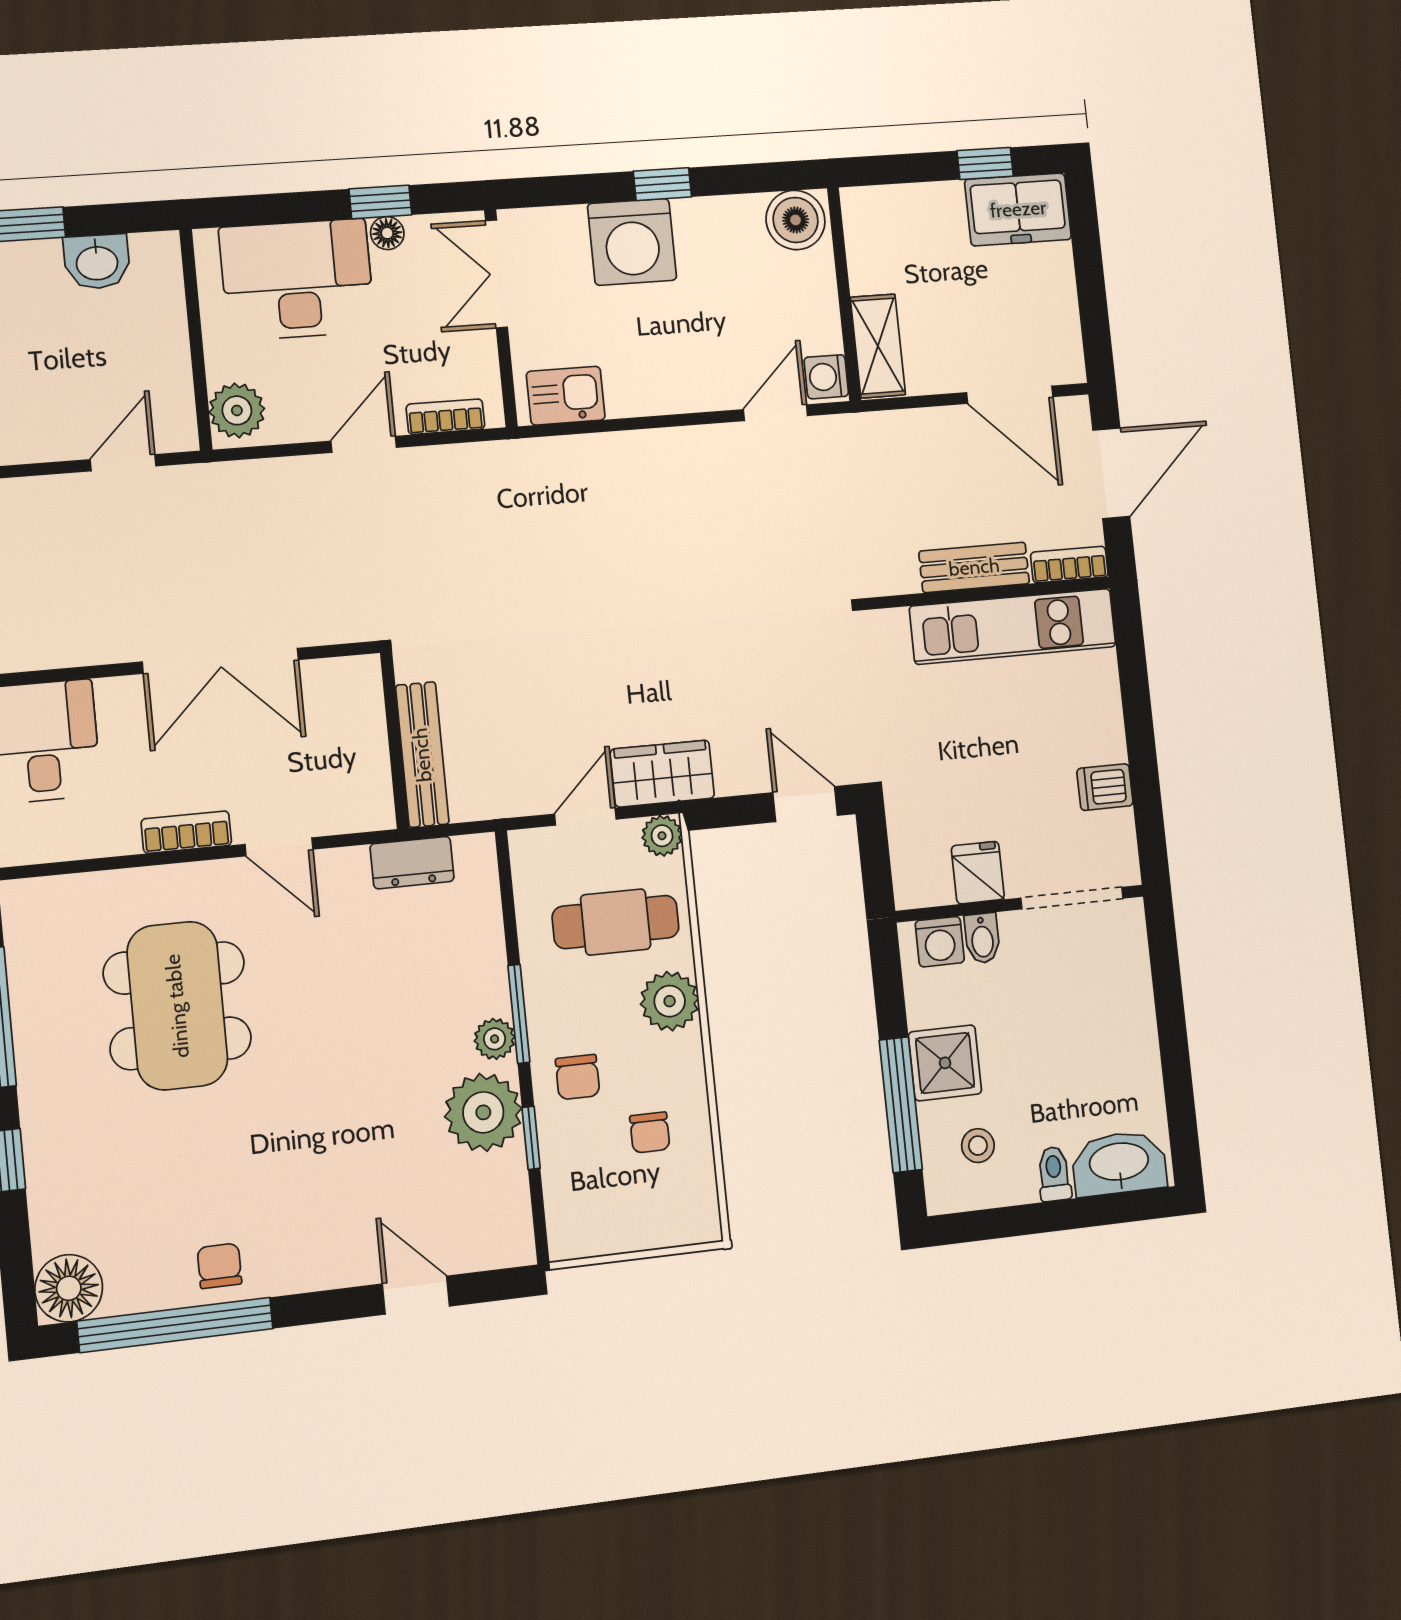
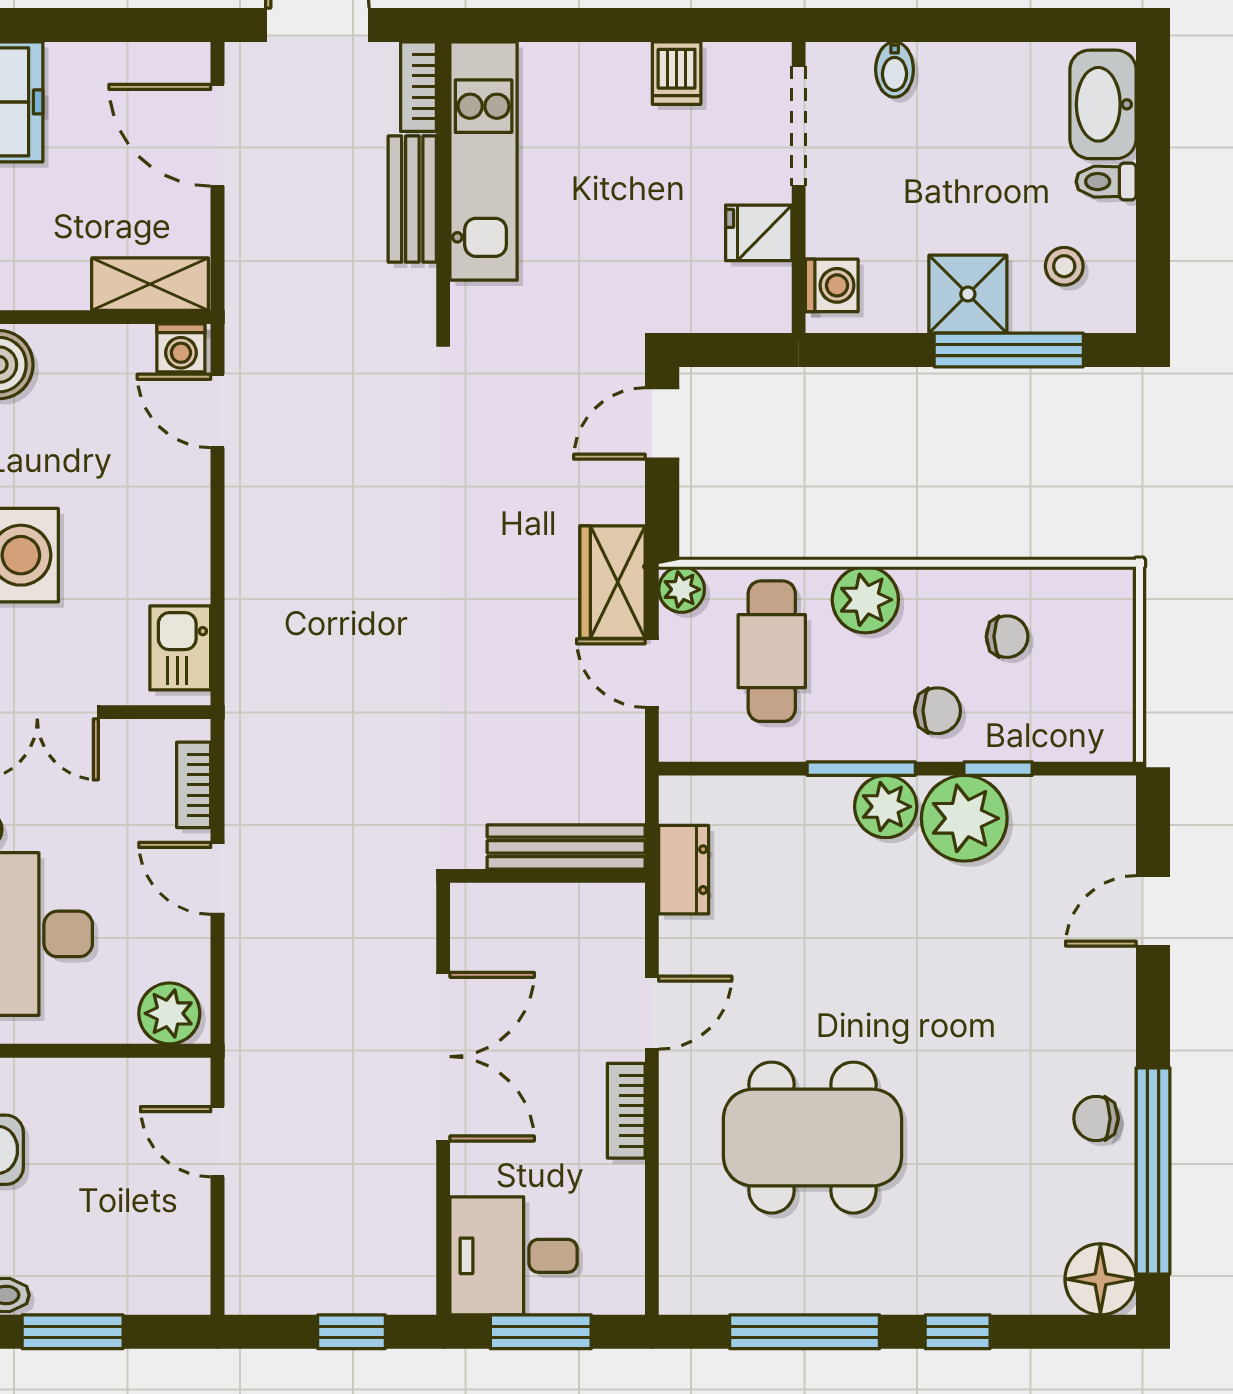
door: (1010, 395) -> (217, 135), swing flipped
bidet: (982, 938) -> (895, 69), moved, turned 90
plant: (495, 1039) -> (886, 807), width x1.38, depth x1.38

